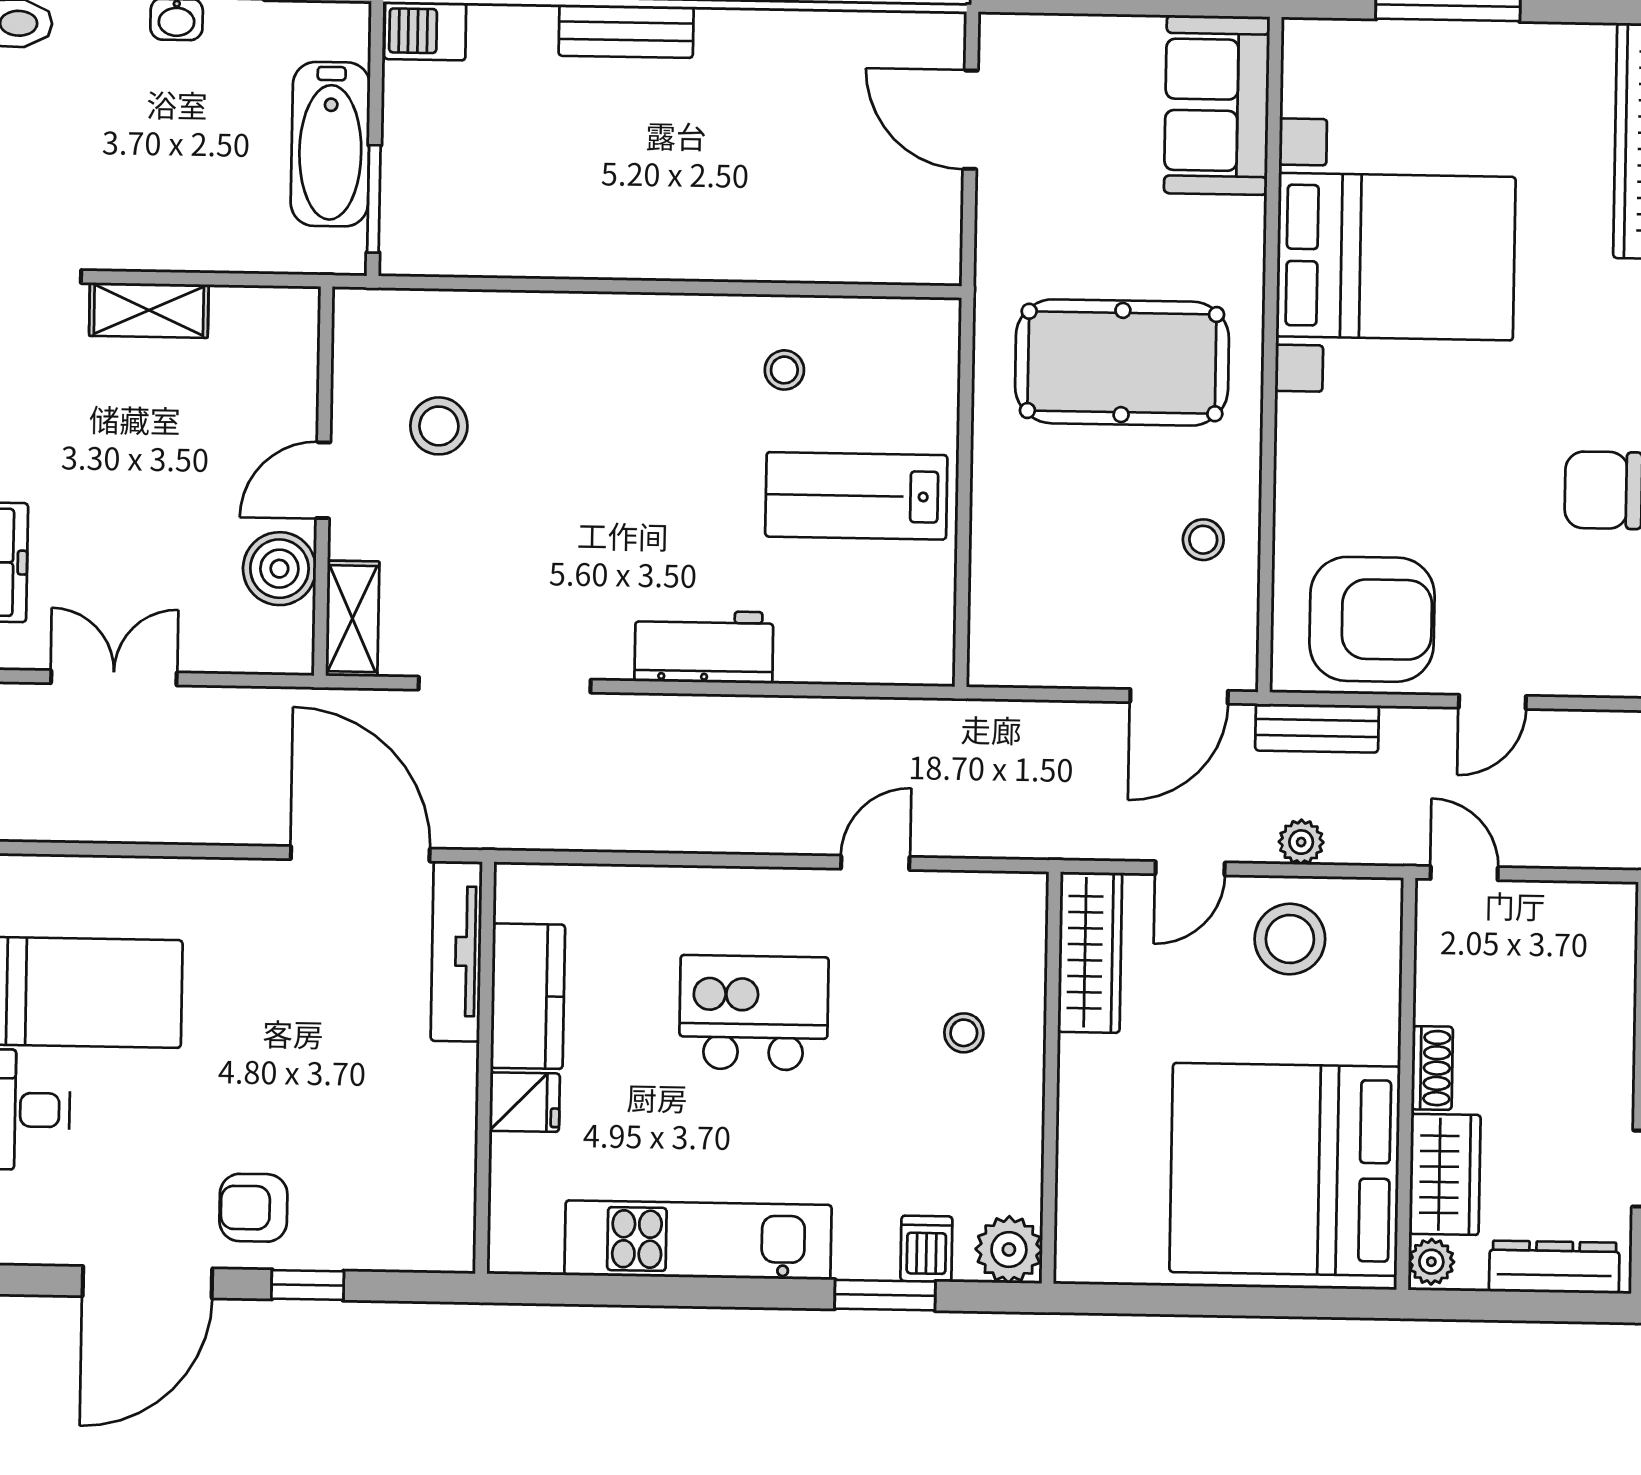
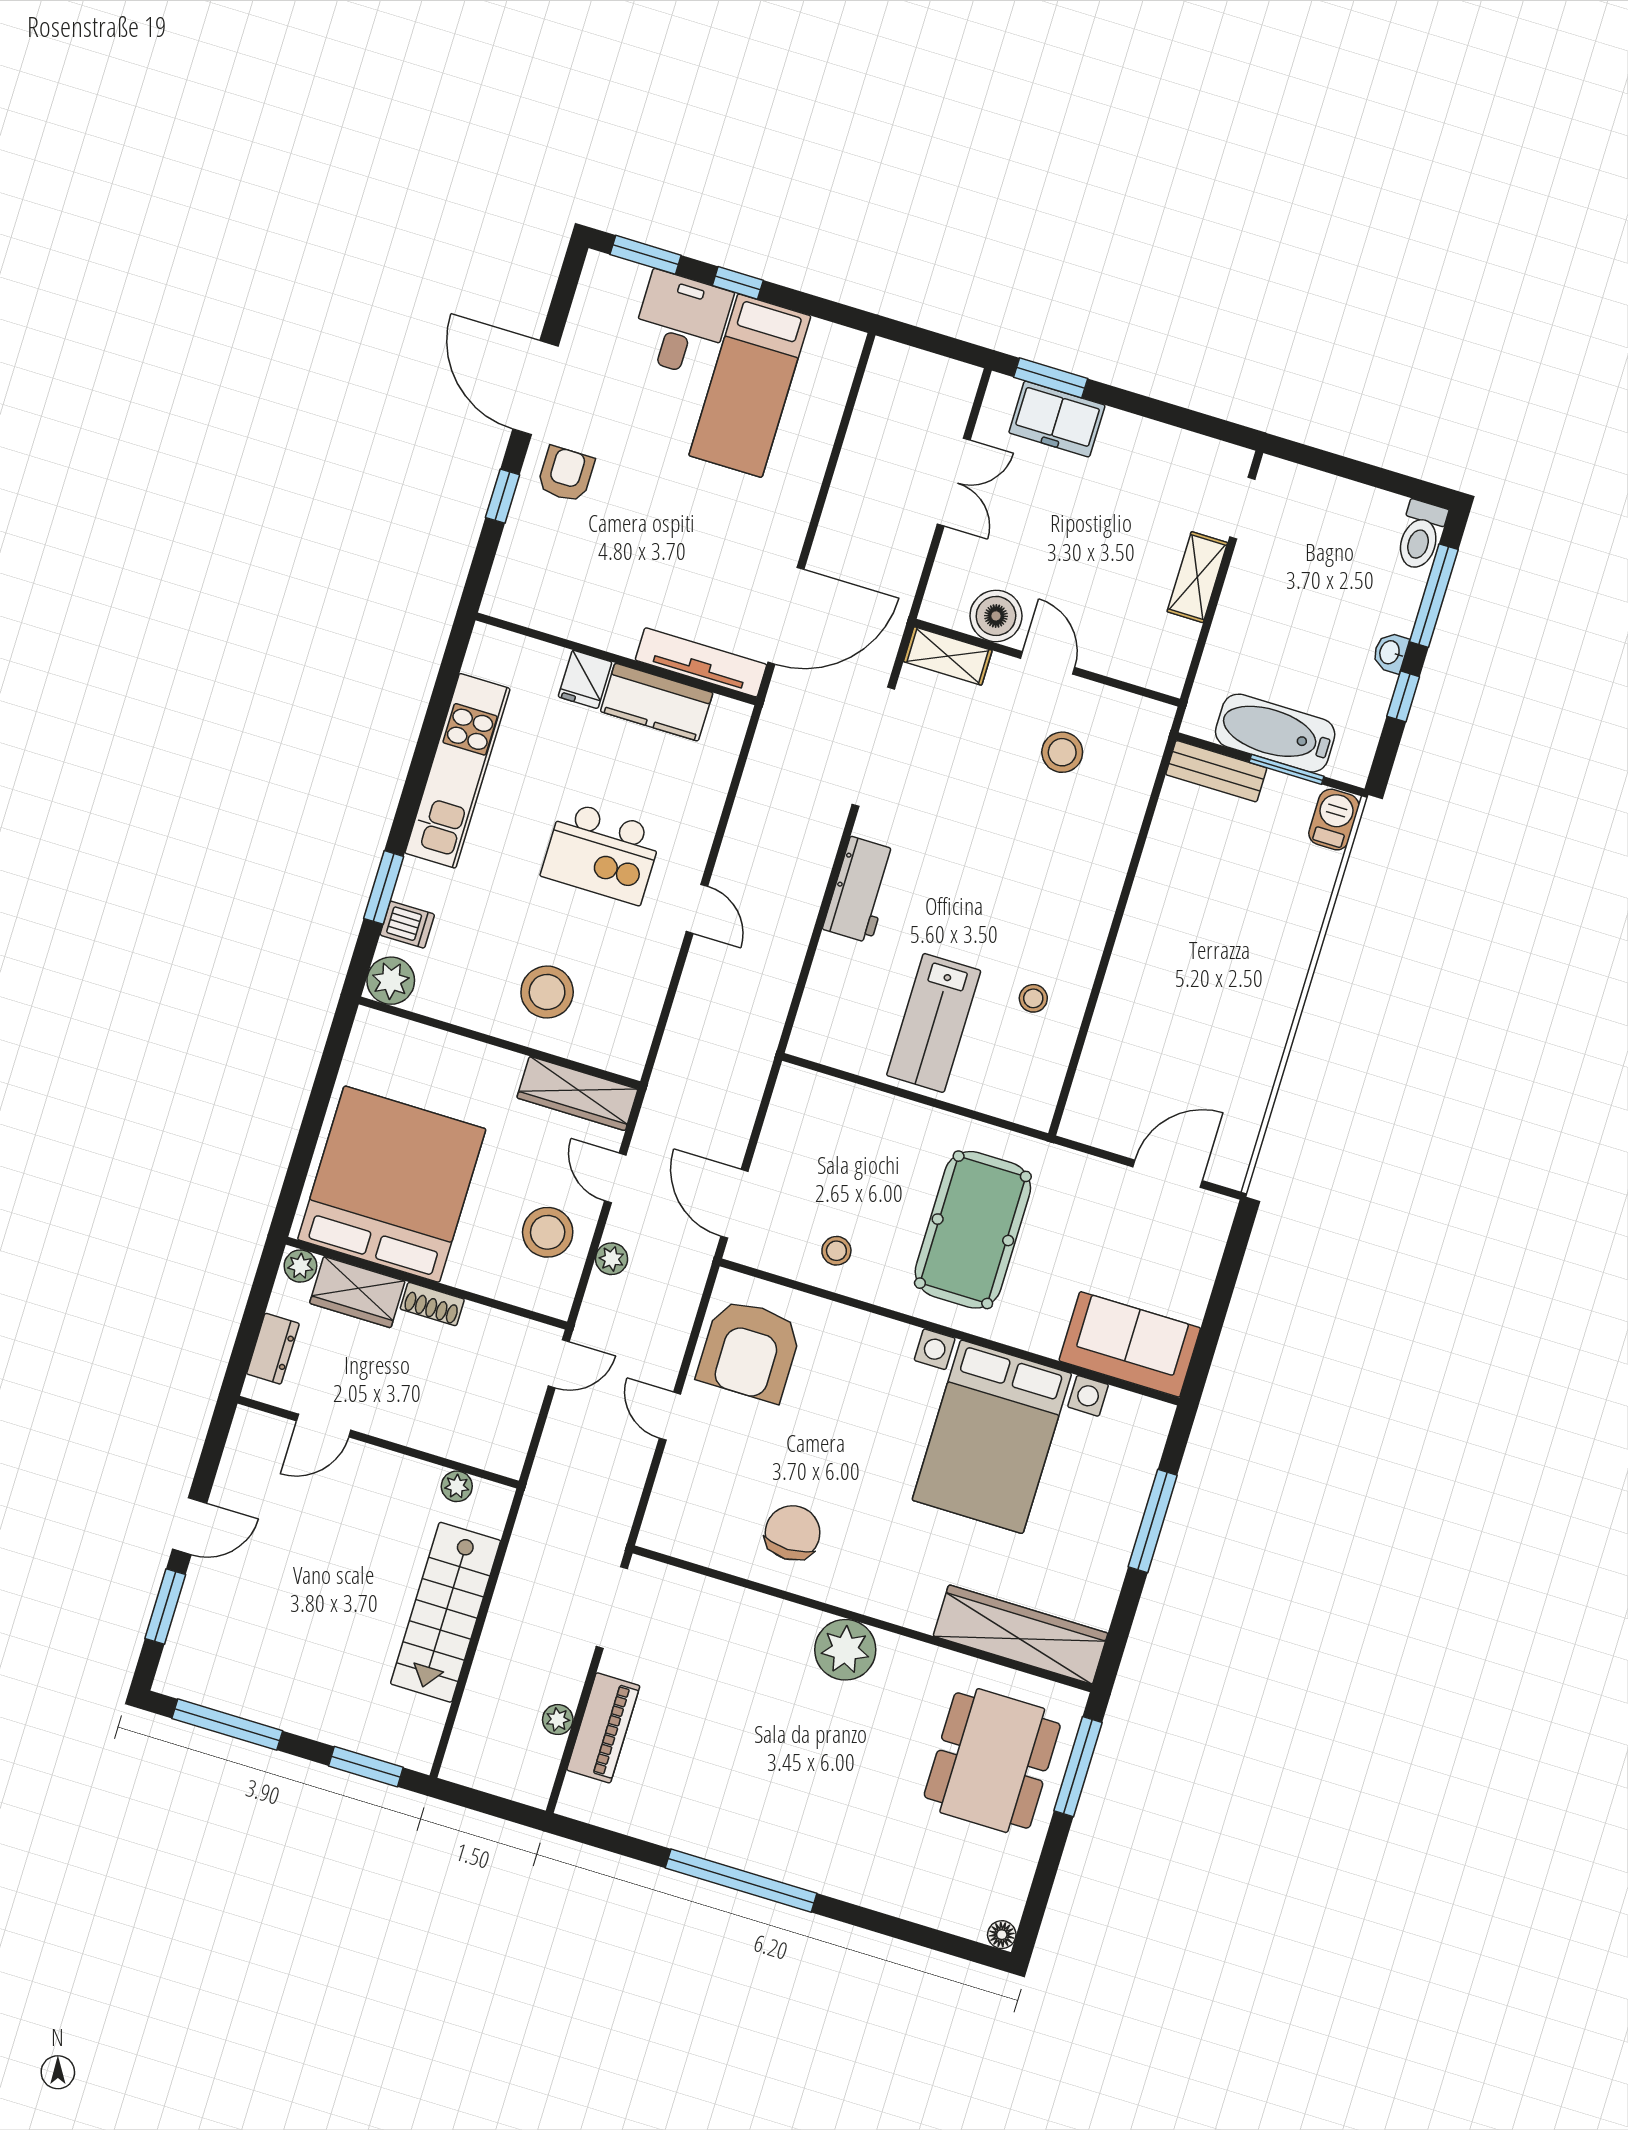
bench: (626, 31) -> (1216, 771), moved, turned 90
window: (374, 199) -> (1286, 769), moved
lab bench: (856, 496) -> (934, 1023), turned 180
bench: (1317, 728) -> (686, 1292), removed
door: (875, 863) -> (697, 909), moved
kitchen island: (754, 1013) -> (601, 853), turned 90
stool: (964, 1033) -> (547, 992), width x1.89, depth x1.89
dresser: (1554, 1267) -> (273, 1349), width x0.70

